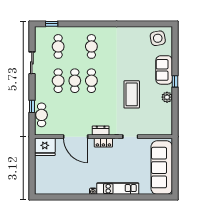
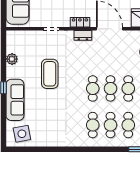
cafe table: (75, 46) -> (110, 125), added
sofa: (164, 70) -> (15, 100), width x1.36
plant: (167, 97) -> (12, 59), moved

